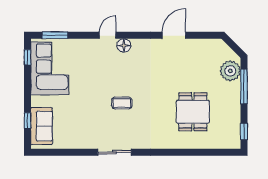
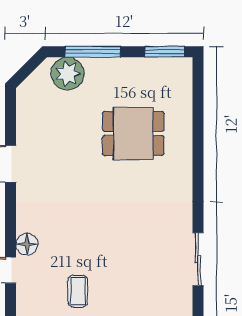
coffee table: (122, 103) -> (78, 291), moved
window: (244, 131) -> (165, 52), width x1.50

